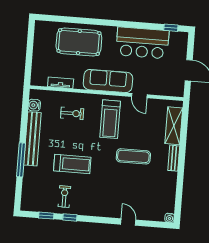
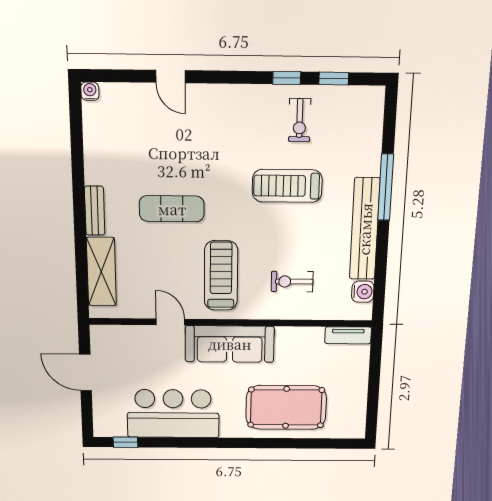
tv unit: (61, 83) -> (348, 335), moved

